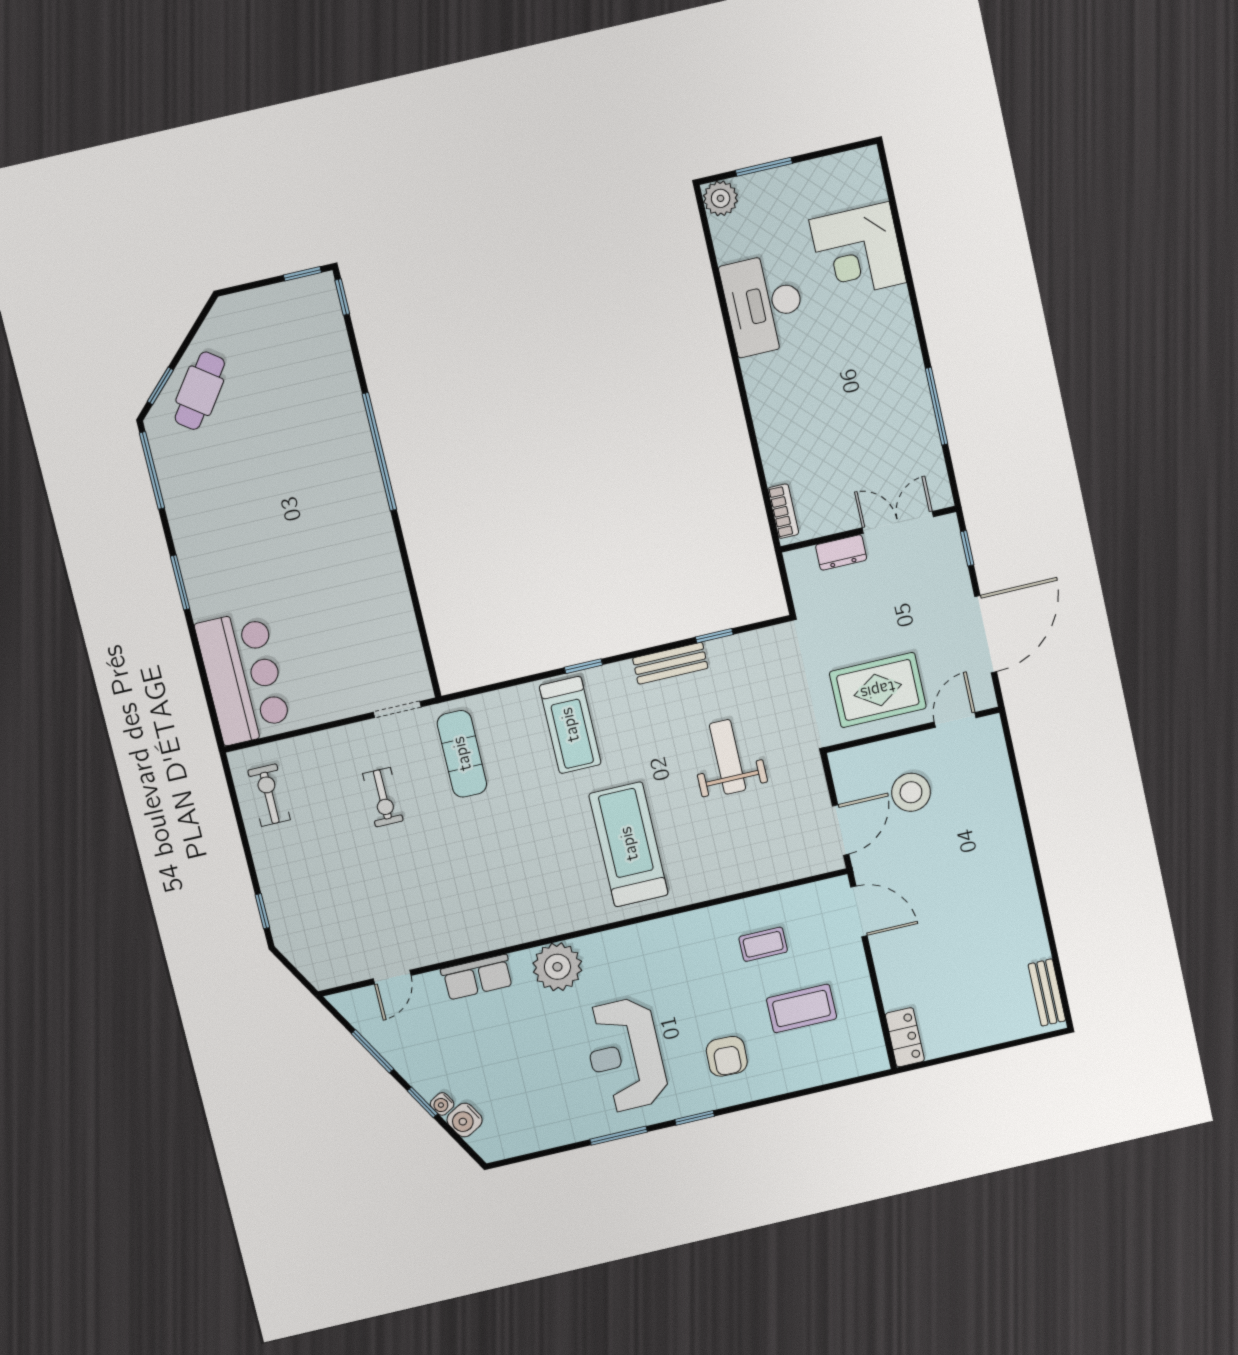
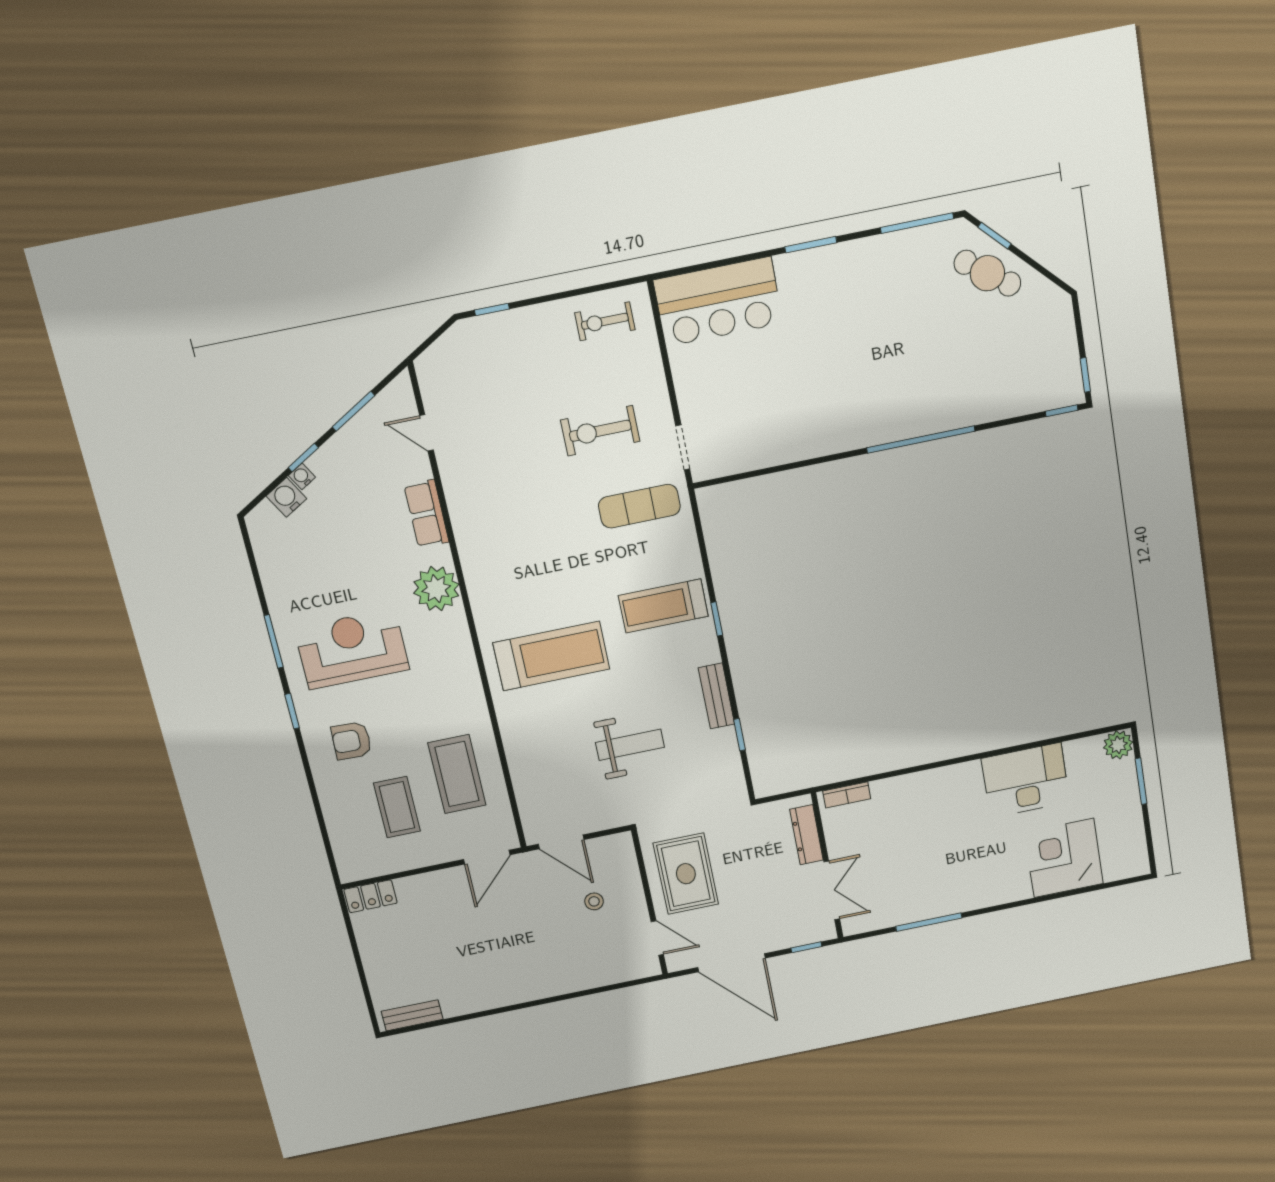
dresser: (841, 552) -> (806, 835), width x1.44
stool: (911, 792) -> (594, 901), width x0.53, depth x0.53
exercise bike: (269, 795) -> (605, 321), turned 180
exercise bike: (383, 797) -> (600, 431), width x1.38, depth x1.39
coffee table: (763, 944) -> (457, 774), width x1.86, depth x1.72

